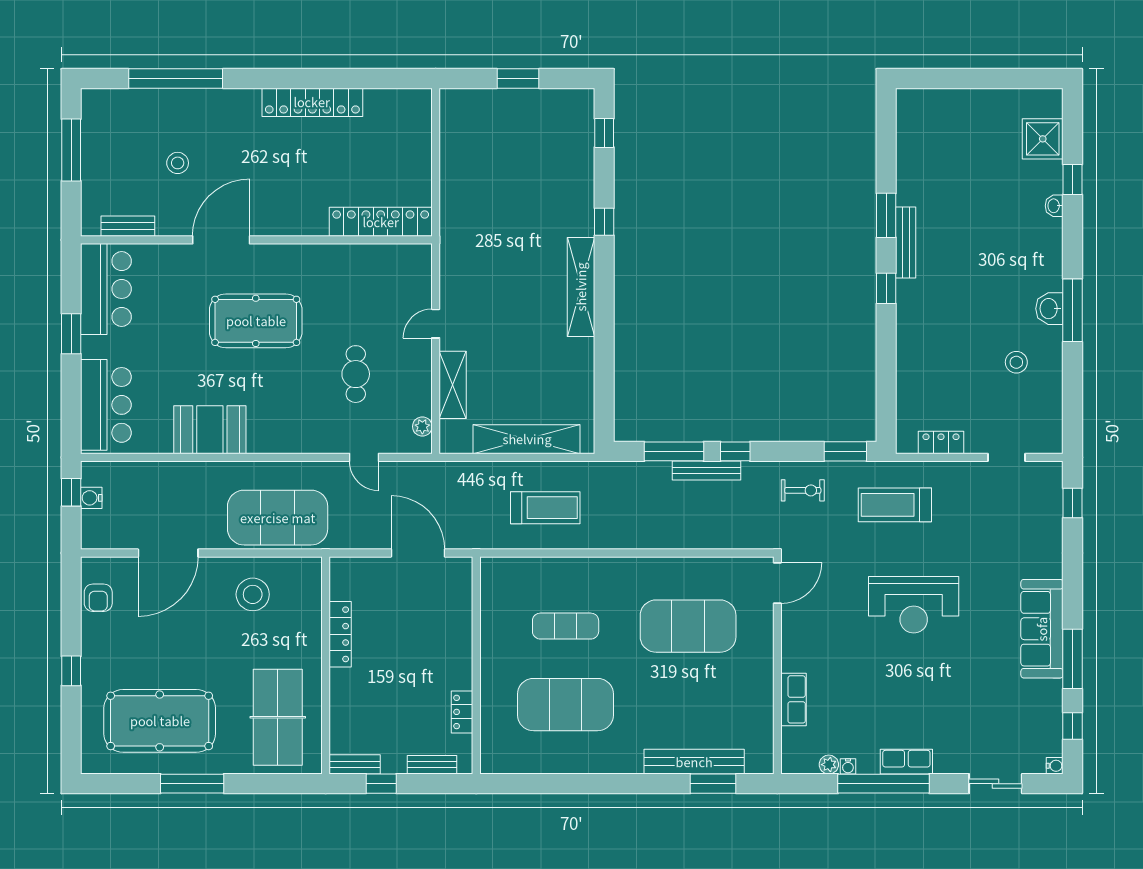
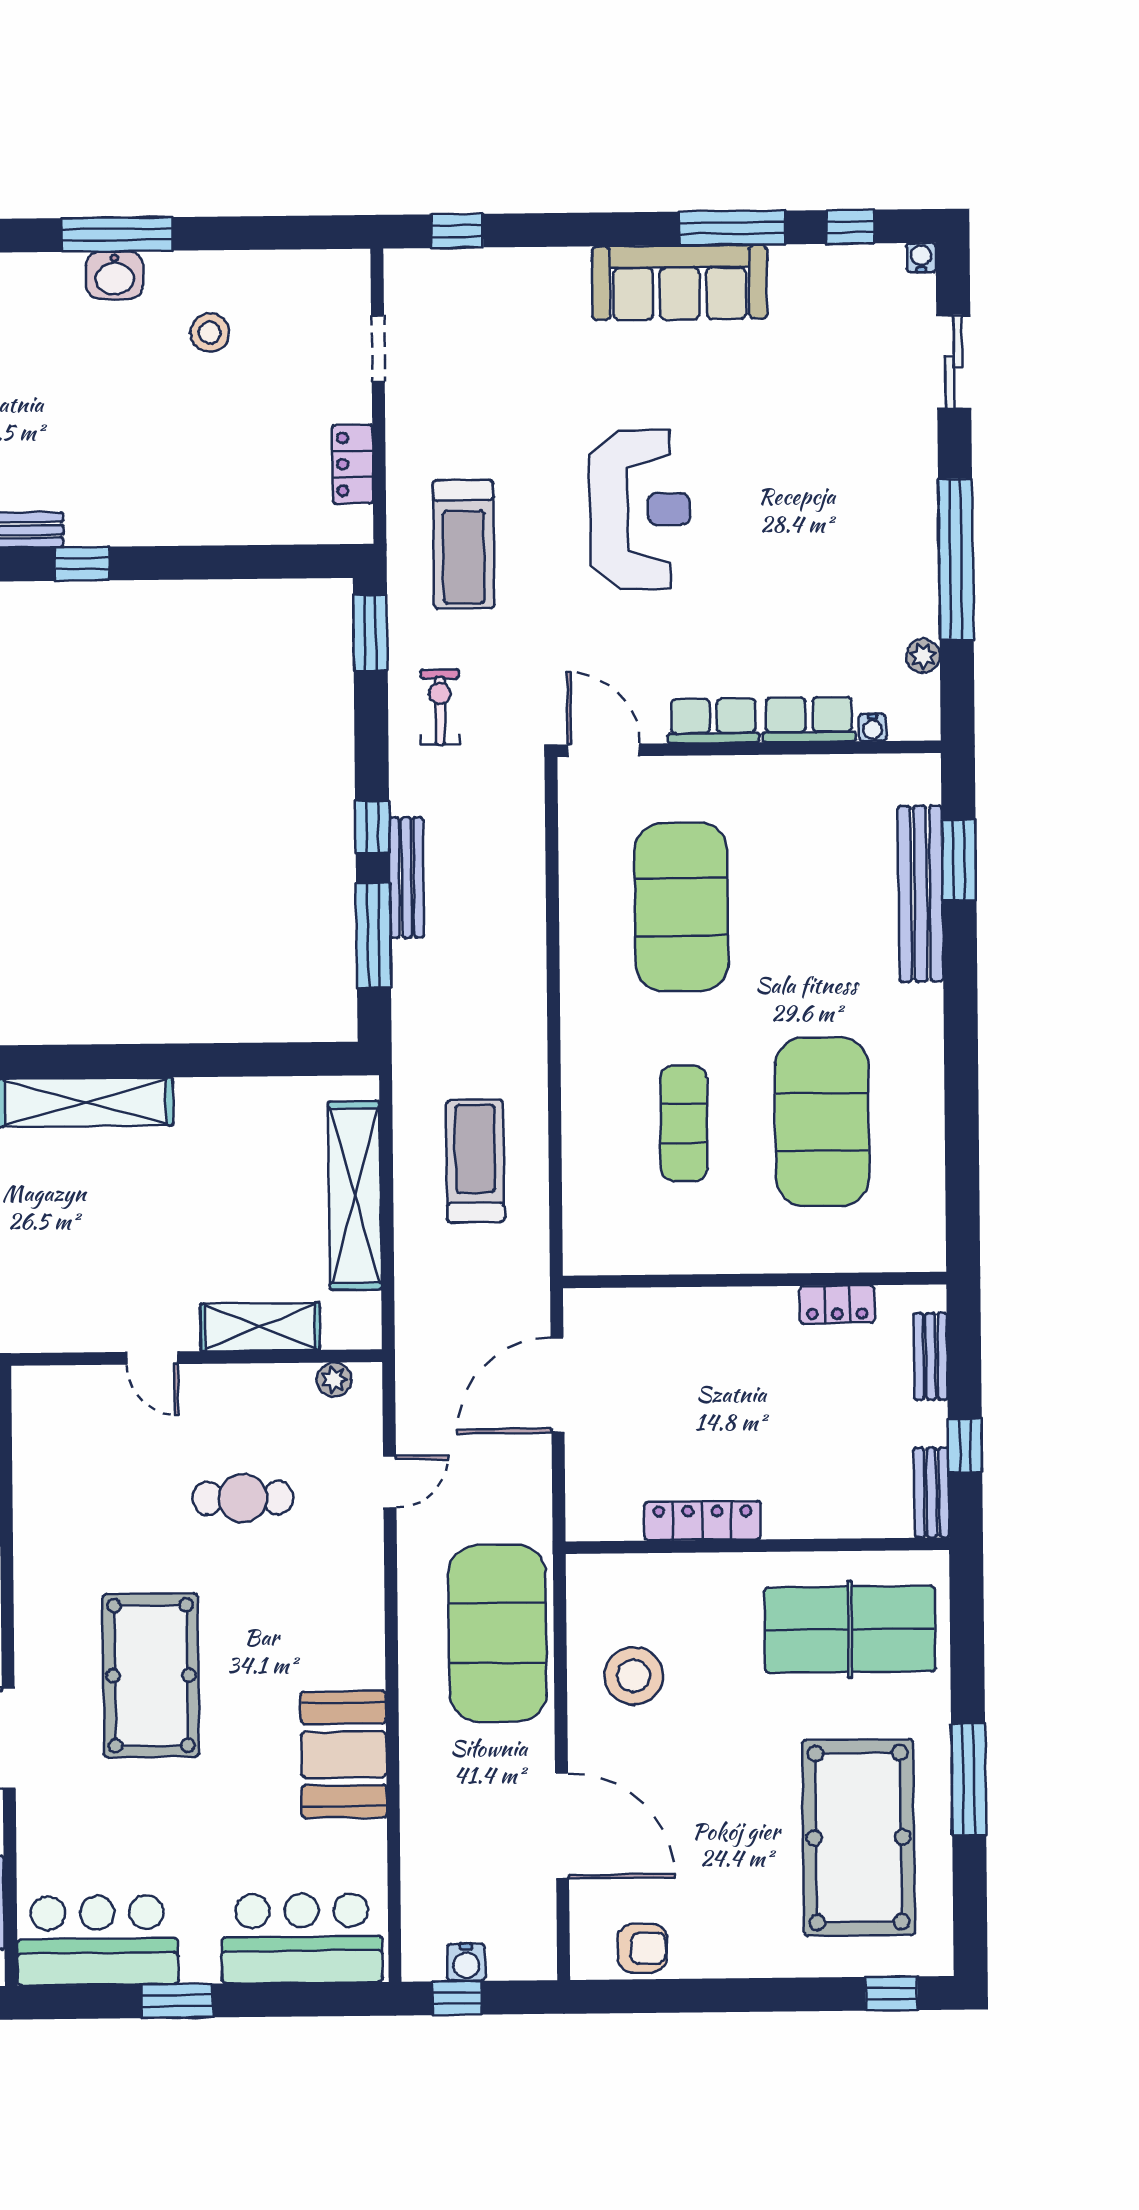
window: (71, 671) -> (891, 1993), moved
row of seats: (906, 762) -> (713, 721), moved, turned 90
water cooler: (848, 766) -> (872, 728), moved, turned 90

